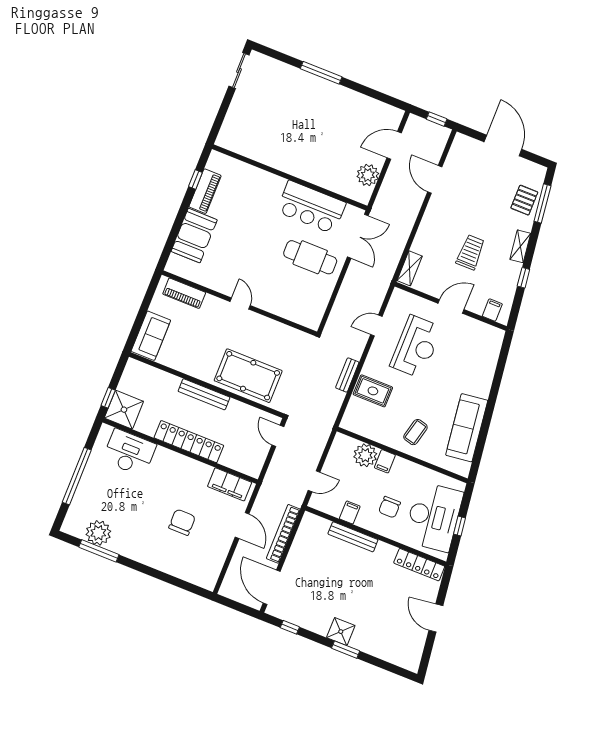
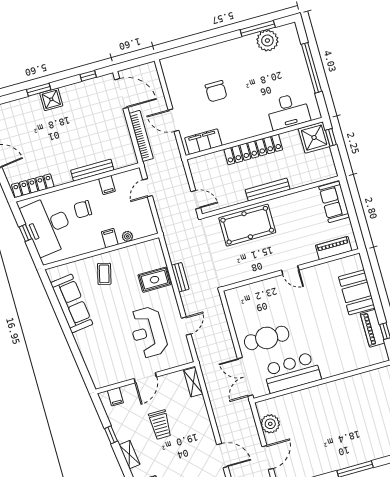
plant: (365, 455) -> (127, 236), width x0.53, depth x0.53
chair: (390, 507) -> (83, 209), turned -90

